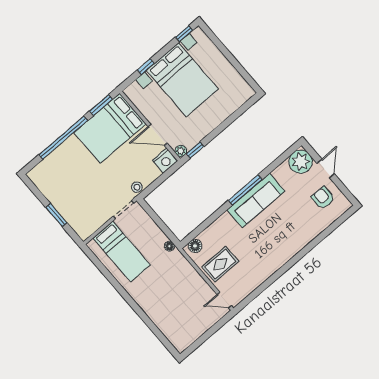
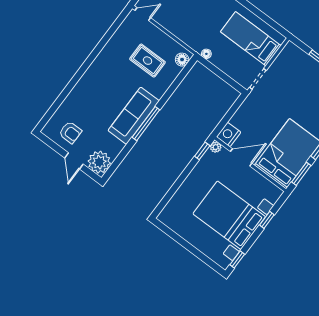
stool: (137, 187) -> (250, 103), removed
rug: (220, 264) -> (148, 61), moved, turned 90

